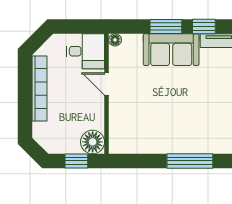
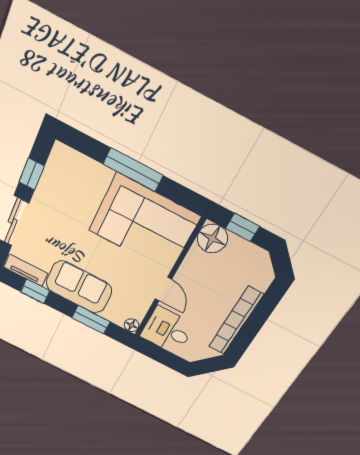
window: (166, 26) -> (91, 320), moved
corner sofa: (146, 127) -> (144, 223), added
window: (190, 161) -> (133, 170), moved

